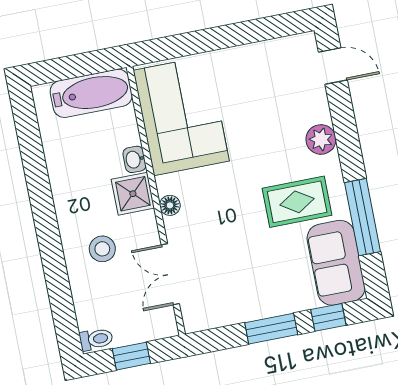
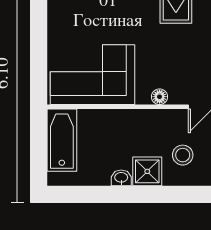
washbasin: (135, 159) -> (121, 178), moved, turned 180
shower: (133, 194) -> (147, 171), moved

